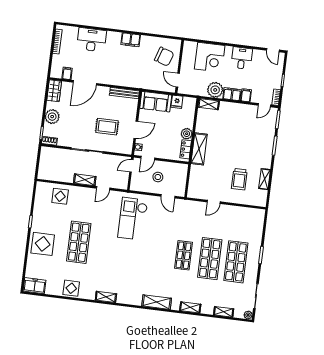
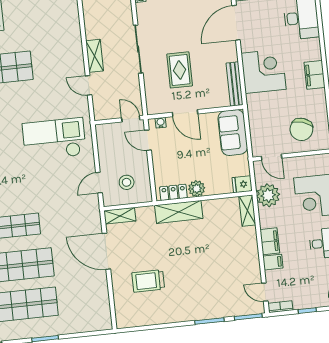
corner desk: (121, 72) -> (264, 71), added
door: (178, 80) -> (272, 157), swing flipped
door: (85, 83) -> (236, 23), hinge flipped
plant: (215, 90) -> (268, 195), moved
fridge: (177, 102) -> (242, 184), moved
stool: (158, 177) -> (127, 182), moved
shelving: (265, 179) -> (120, 216), moved
display table: (60, 196) -> (62, 25), removed
door: (214, 202) -> (106, 251), width x1.87

